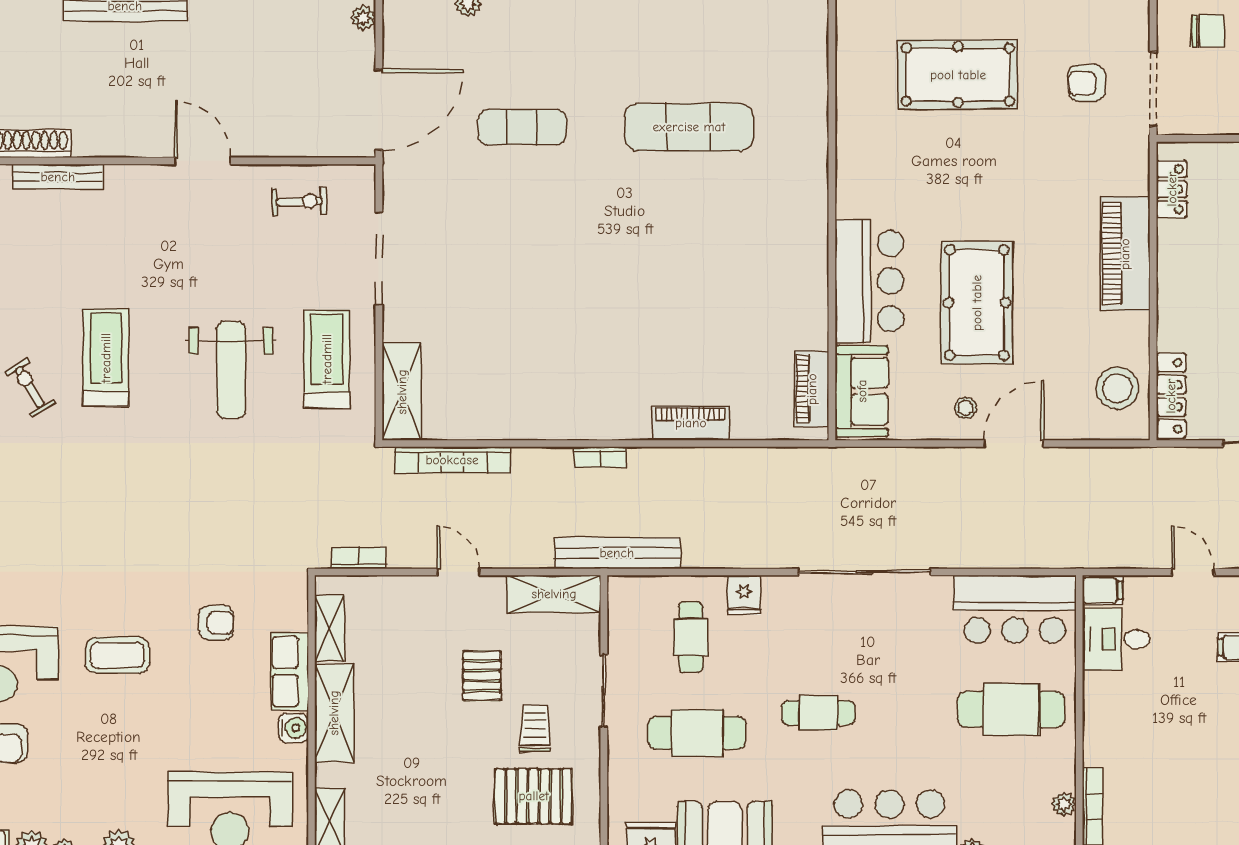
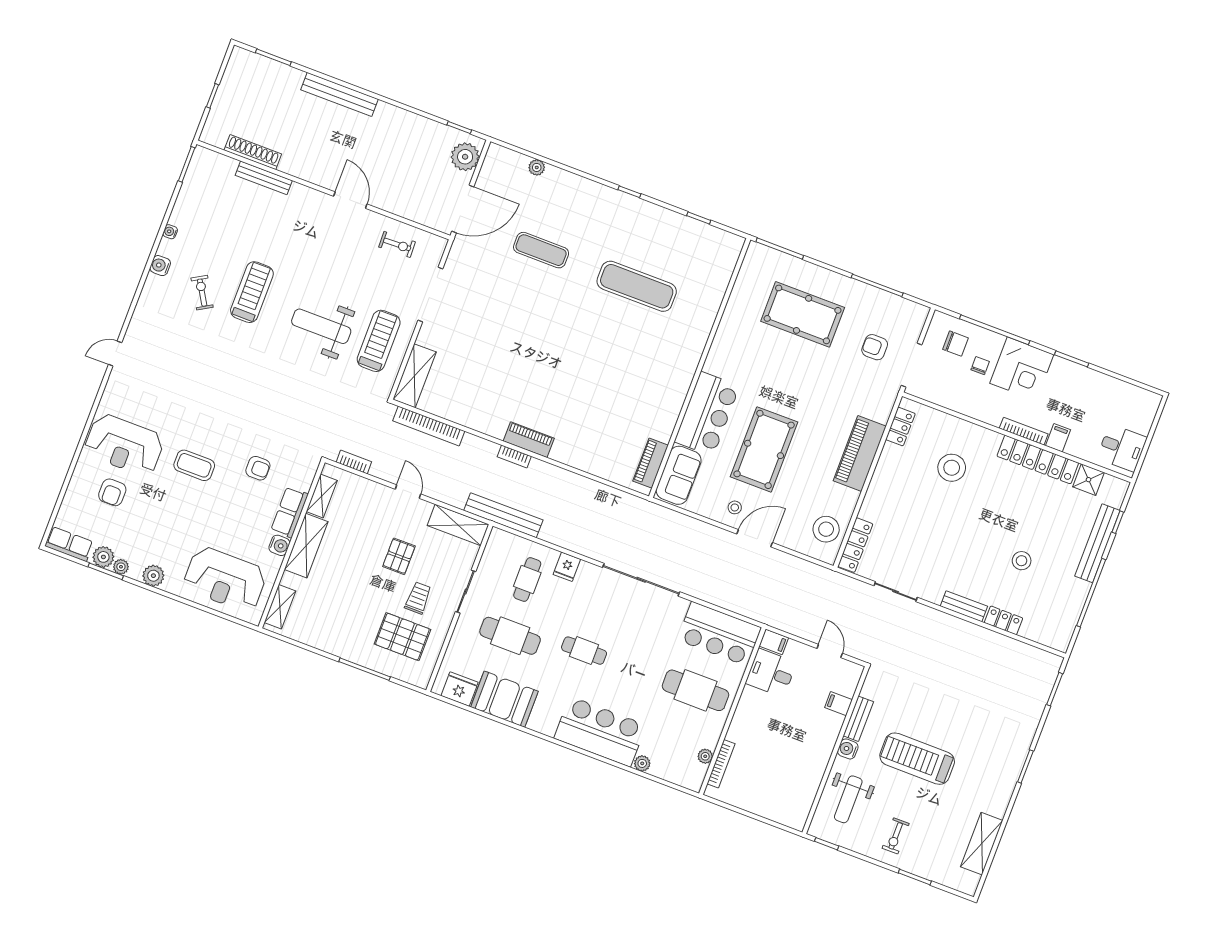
plant: (363, 18) -> (465, 157), width x1.87, depth x1.87
weight bench: (231, 370) -> (321, 326), turned 90
piano: (691, 423) -> (529, 440), moved

